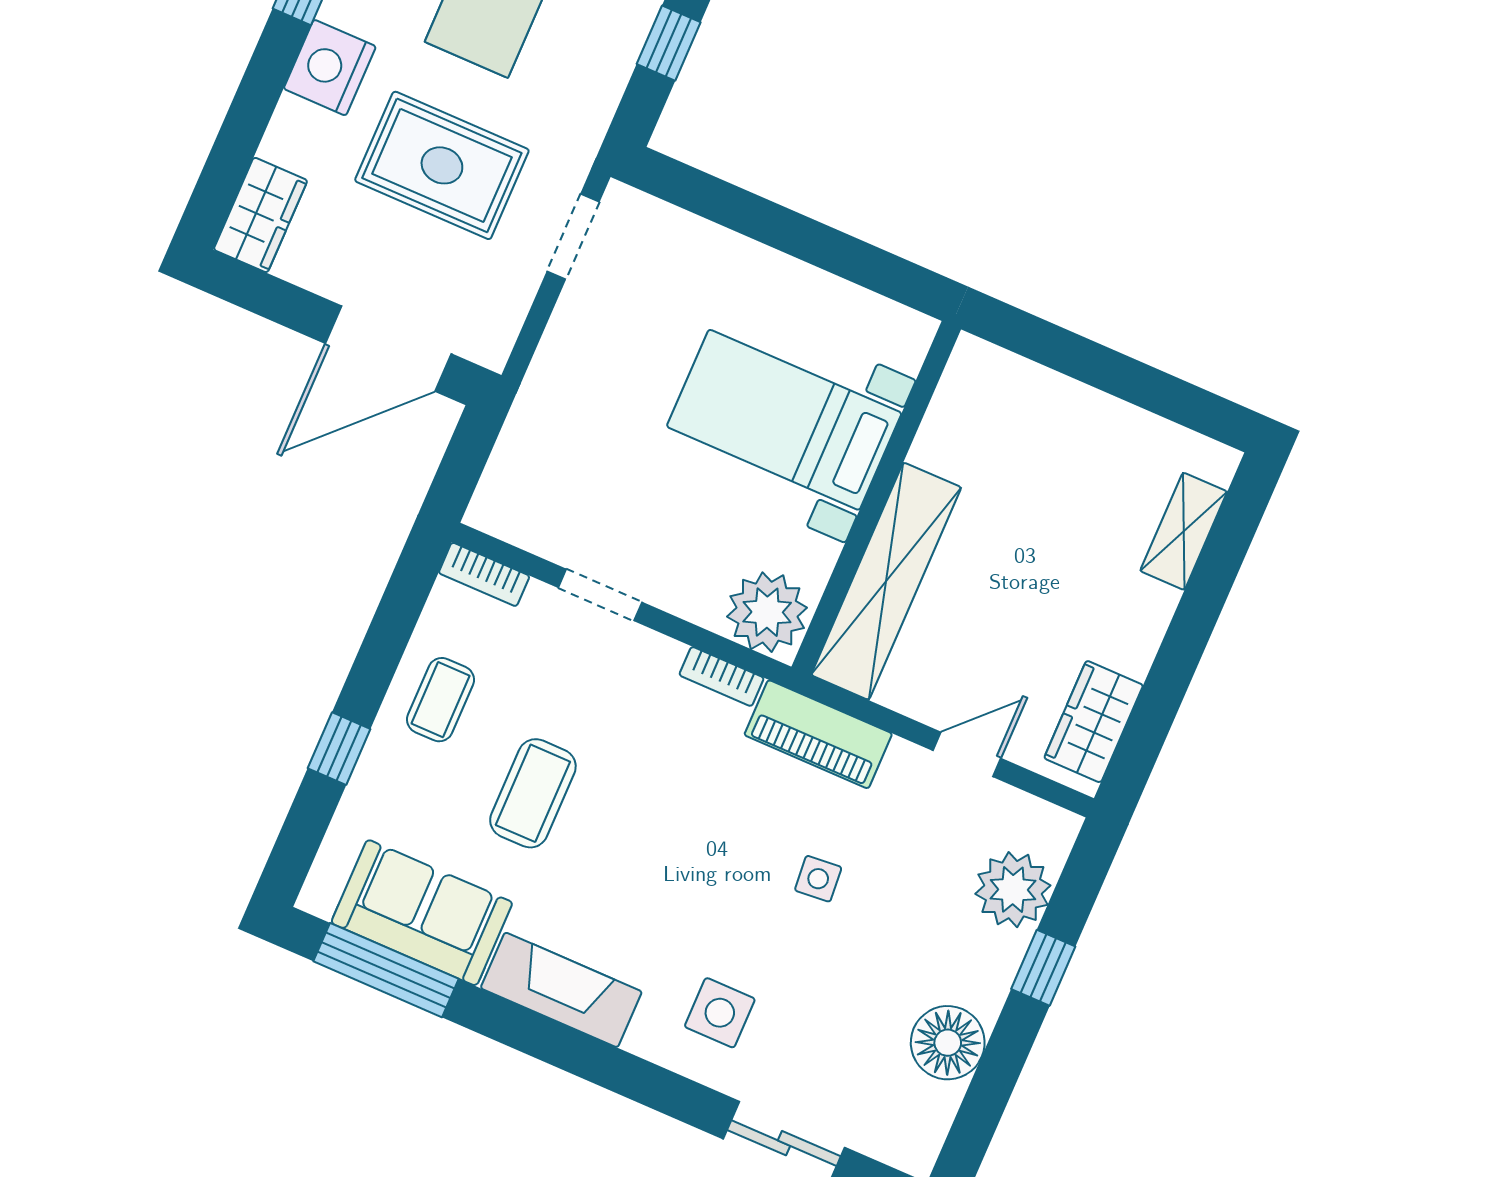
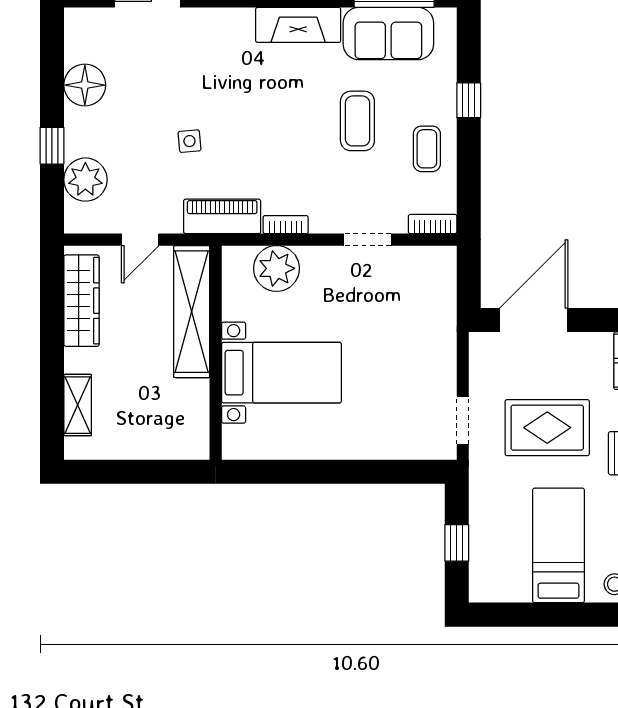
bed with nightstands: (784, 420) -> (281, 373), moved
wall: (876, 498) -> (216, 353), moved
shelving: (886, 581) -> (192, 312), moved
wardrobe: (1094, 722) -> (82, 301), width x1.50
side table: (720, 1013) -> (210, 49), removed

